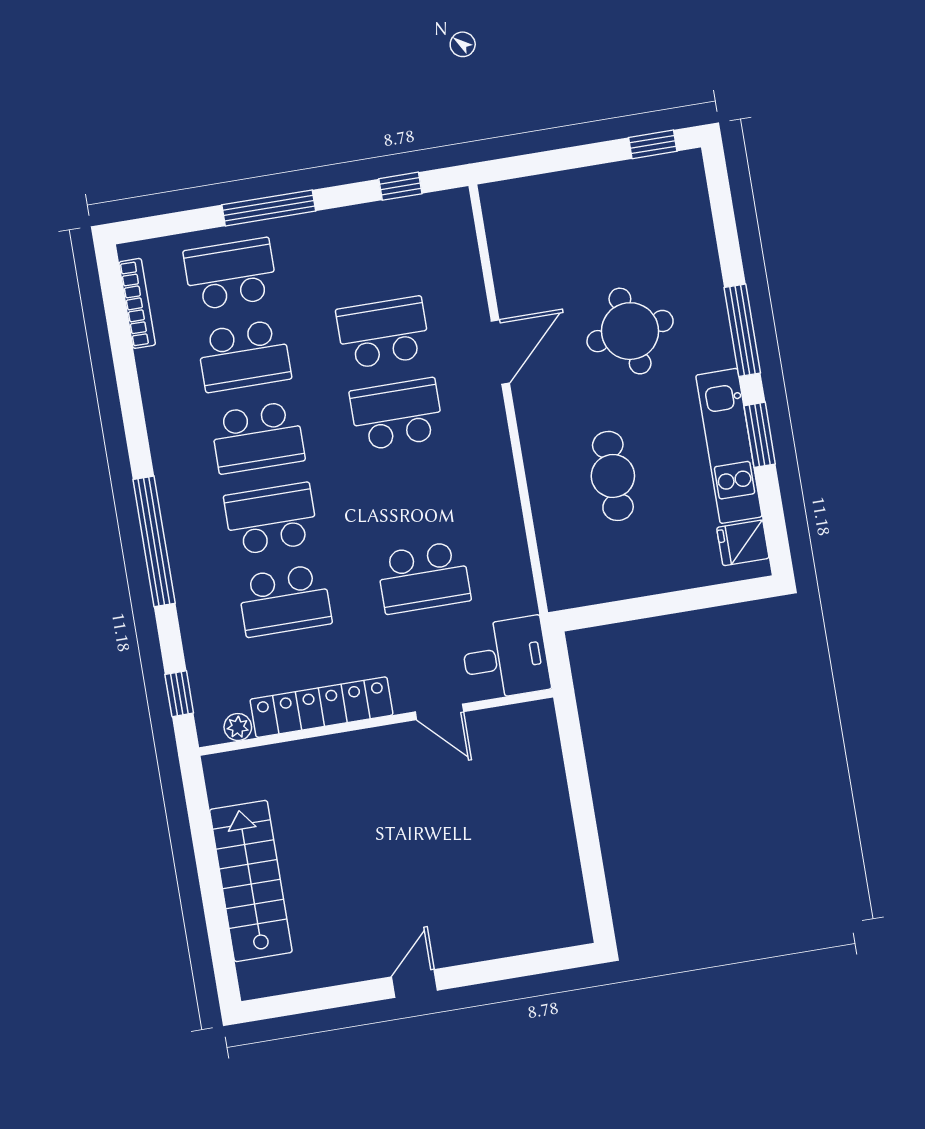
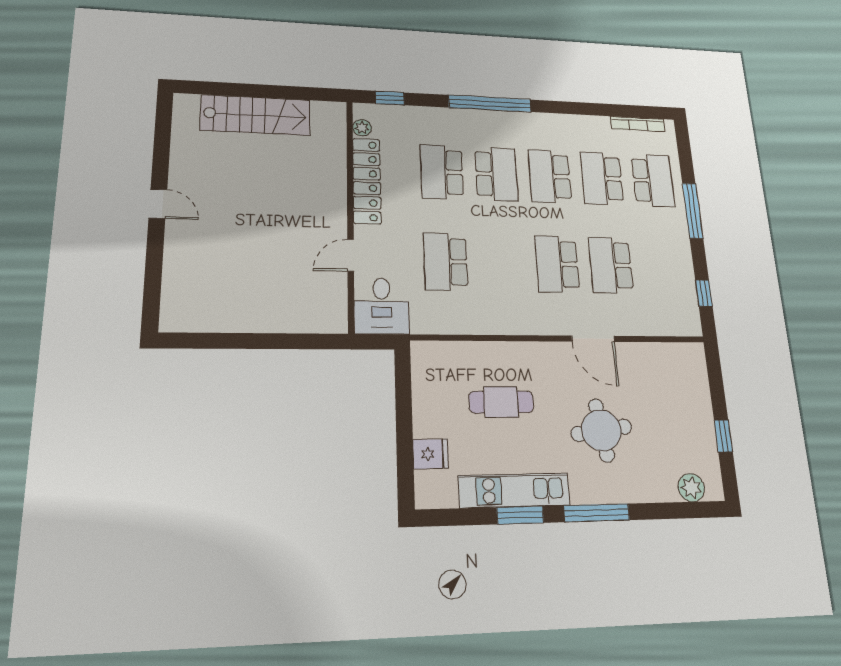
window: (653, 144) -> (723, 436), moved
plant: (690, 197) -> (691, 488), added
school desk: (383, 333) -> (611, 265), turned 180
school desk: (397, 414) -> (557, 264), turned 180
fridge: (743, 543) -> (431, 454), moved, turned 90

